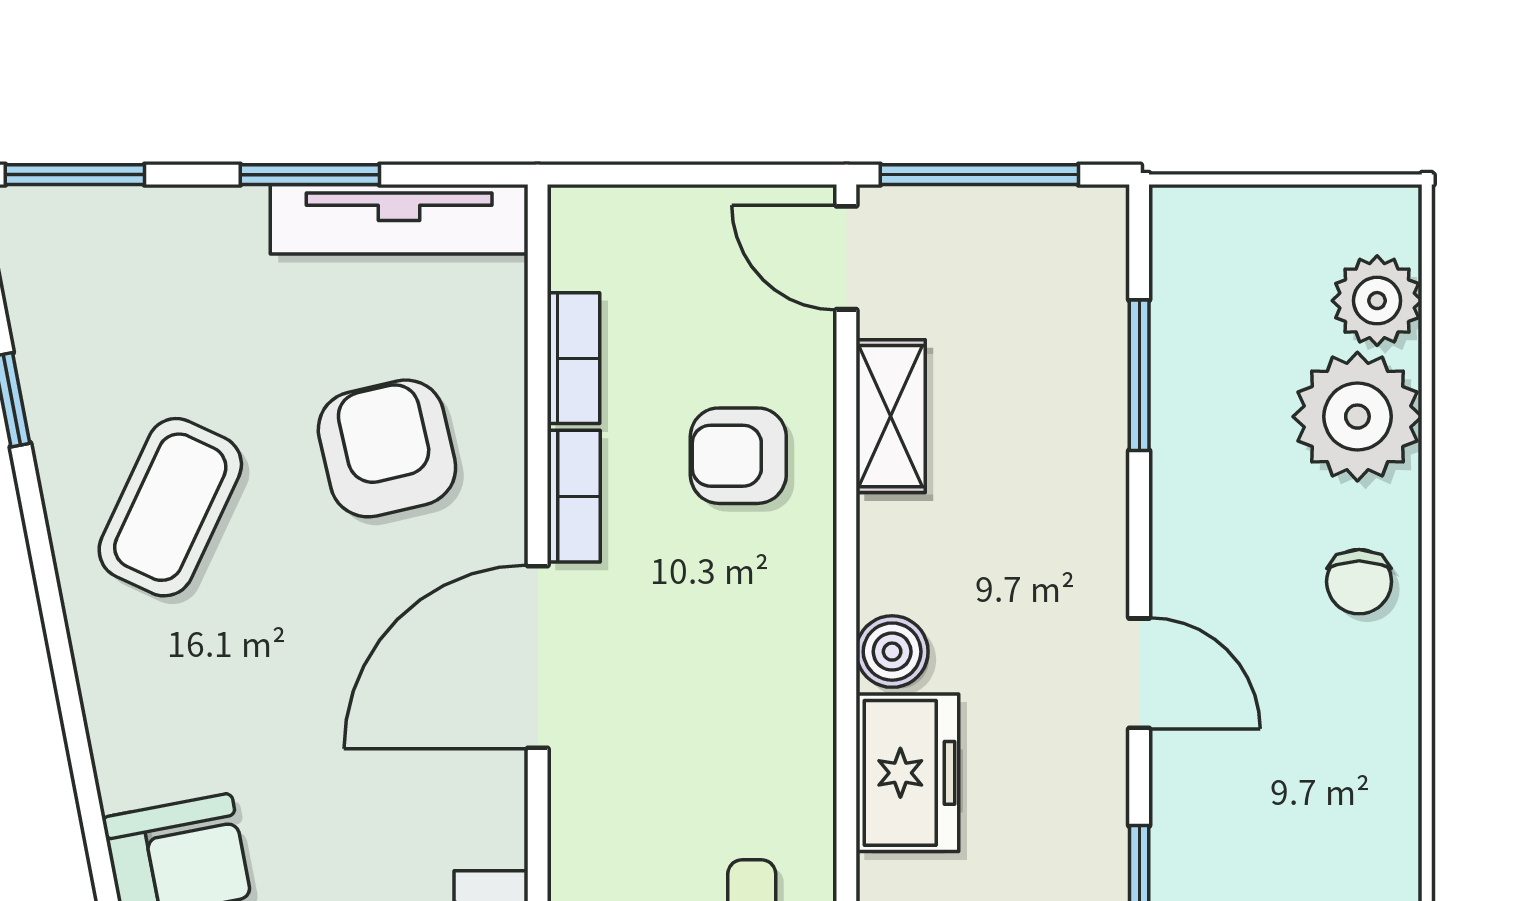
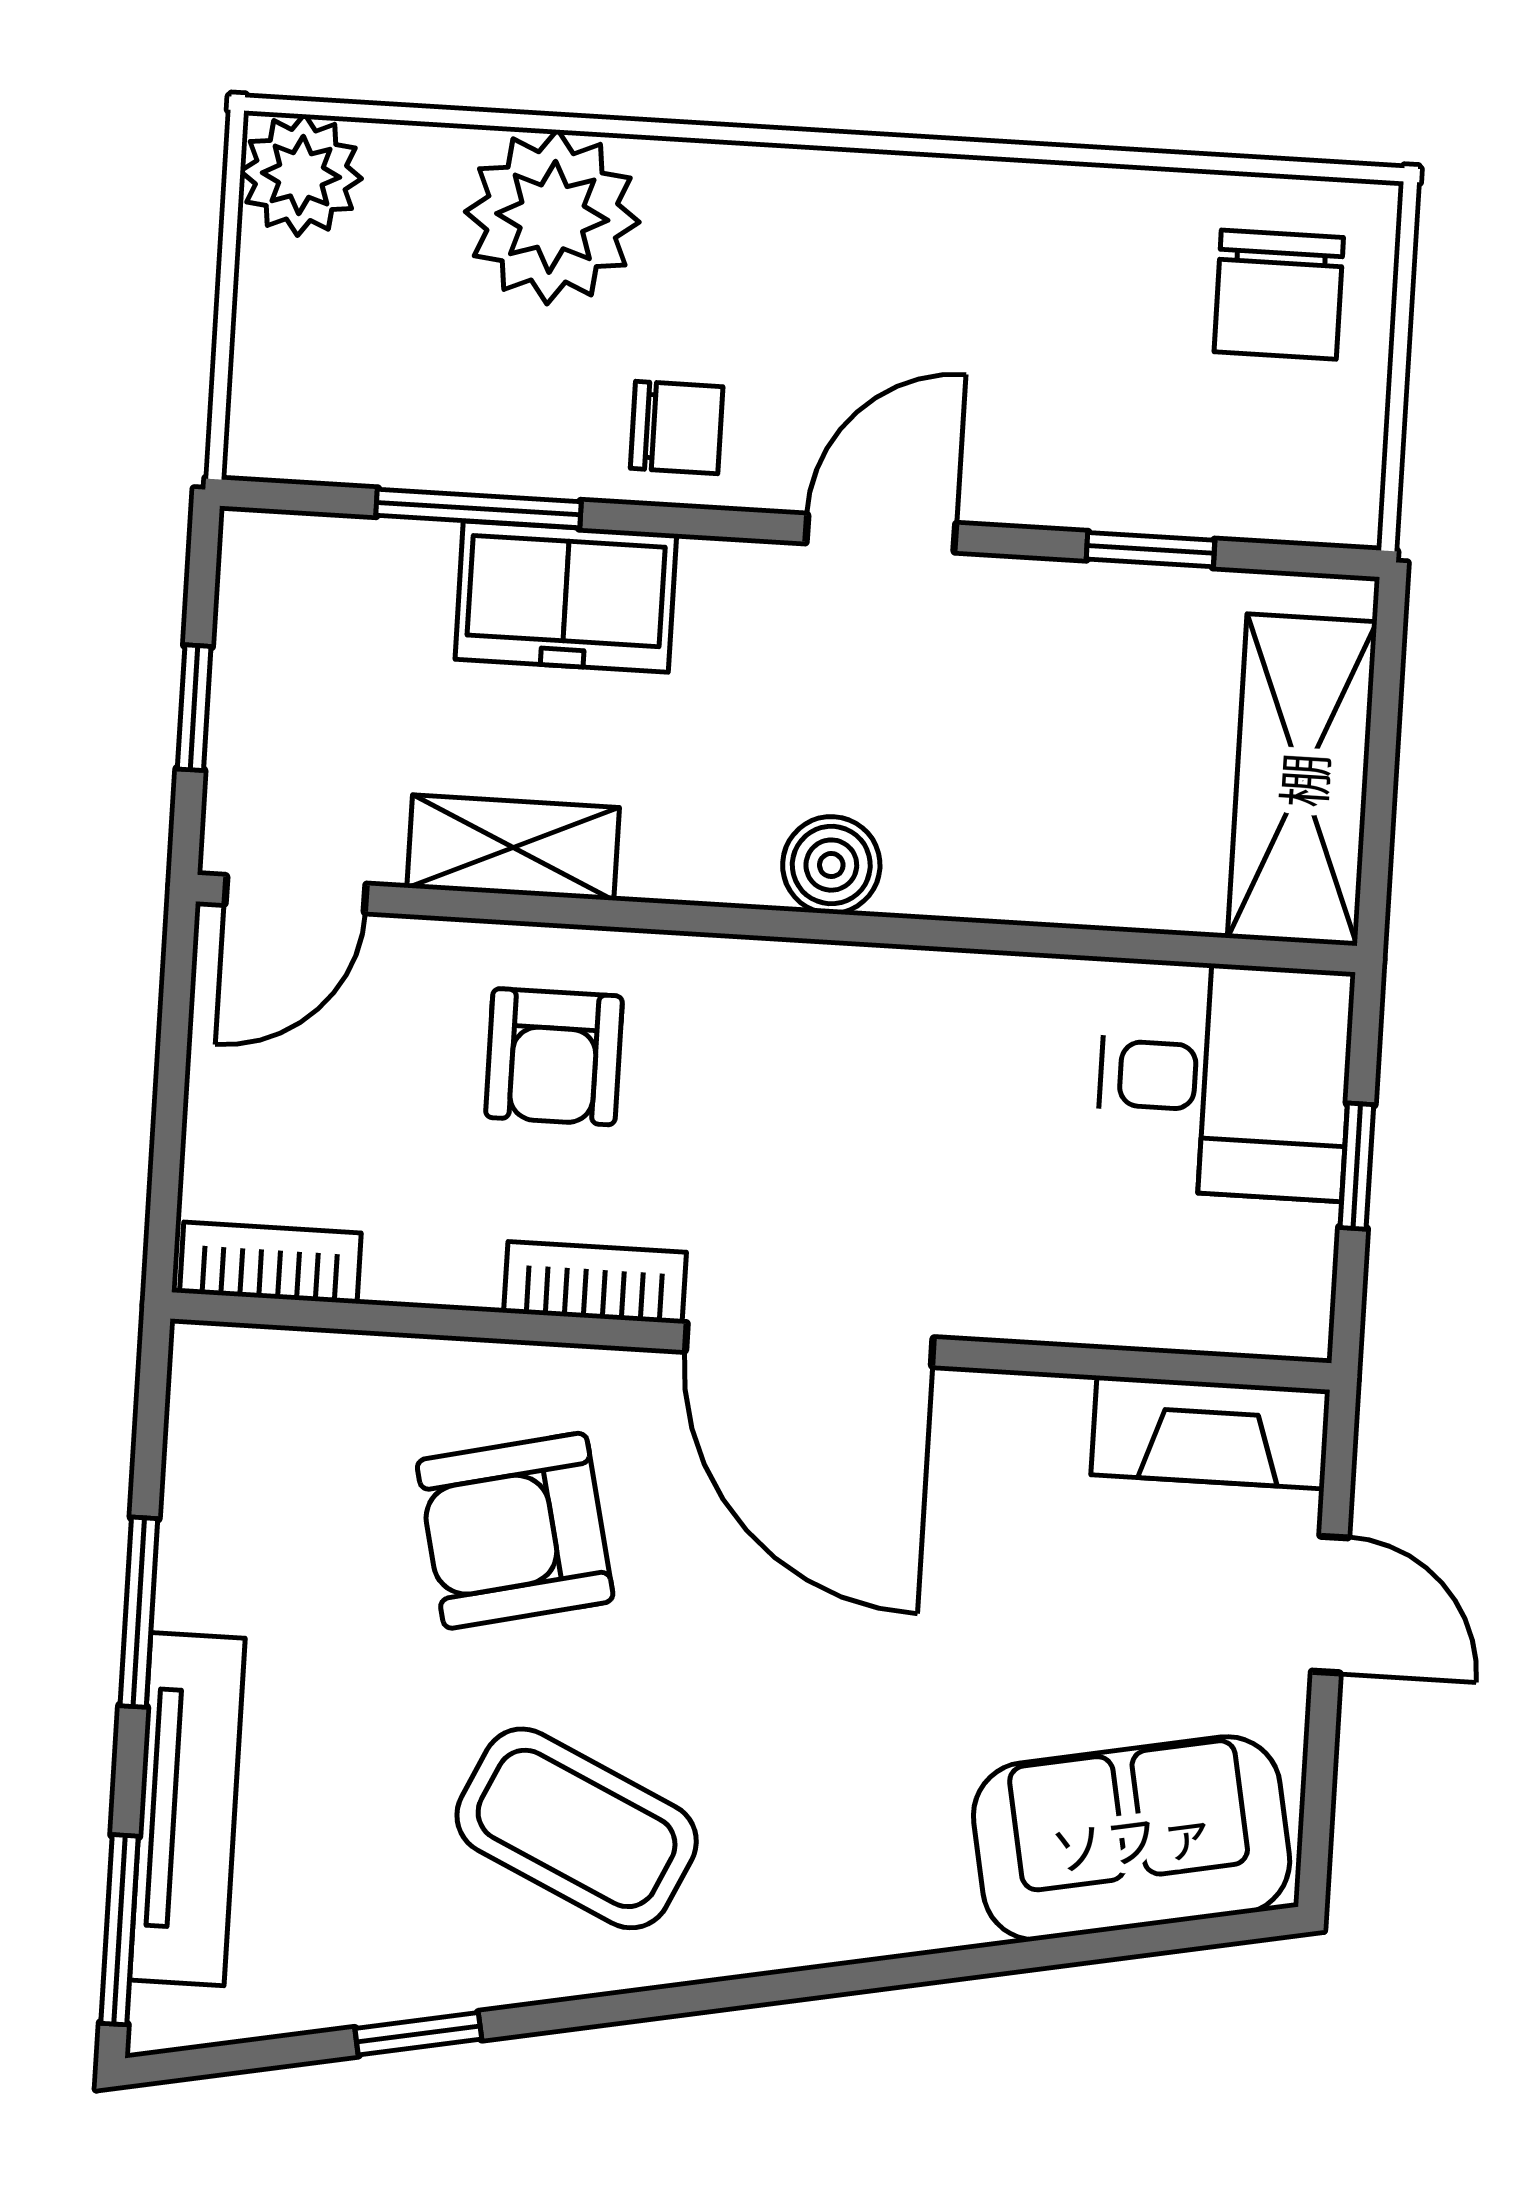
window: (979, 175) -> (194, 708), width x0.46
tv unit: (399, 219) -> (187, 1809), moved
plant: (1377, 301) -> (301, 175), moved
bookcase: (574, 358) -> (270, 1263), moved
chair: (1359, 582) -> (677, 427), moved
freezer: (907, 773) -> (566, 597), moved, turned 180

